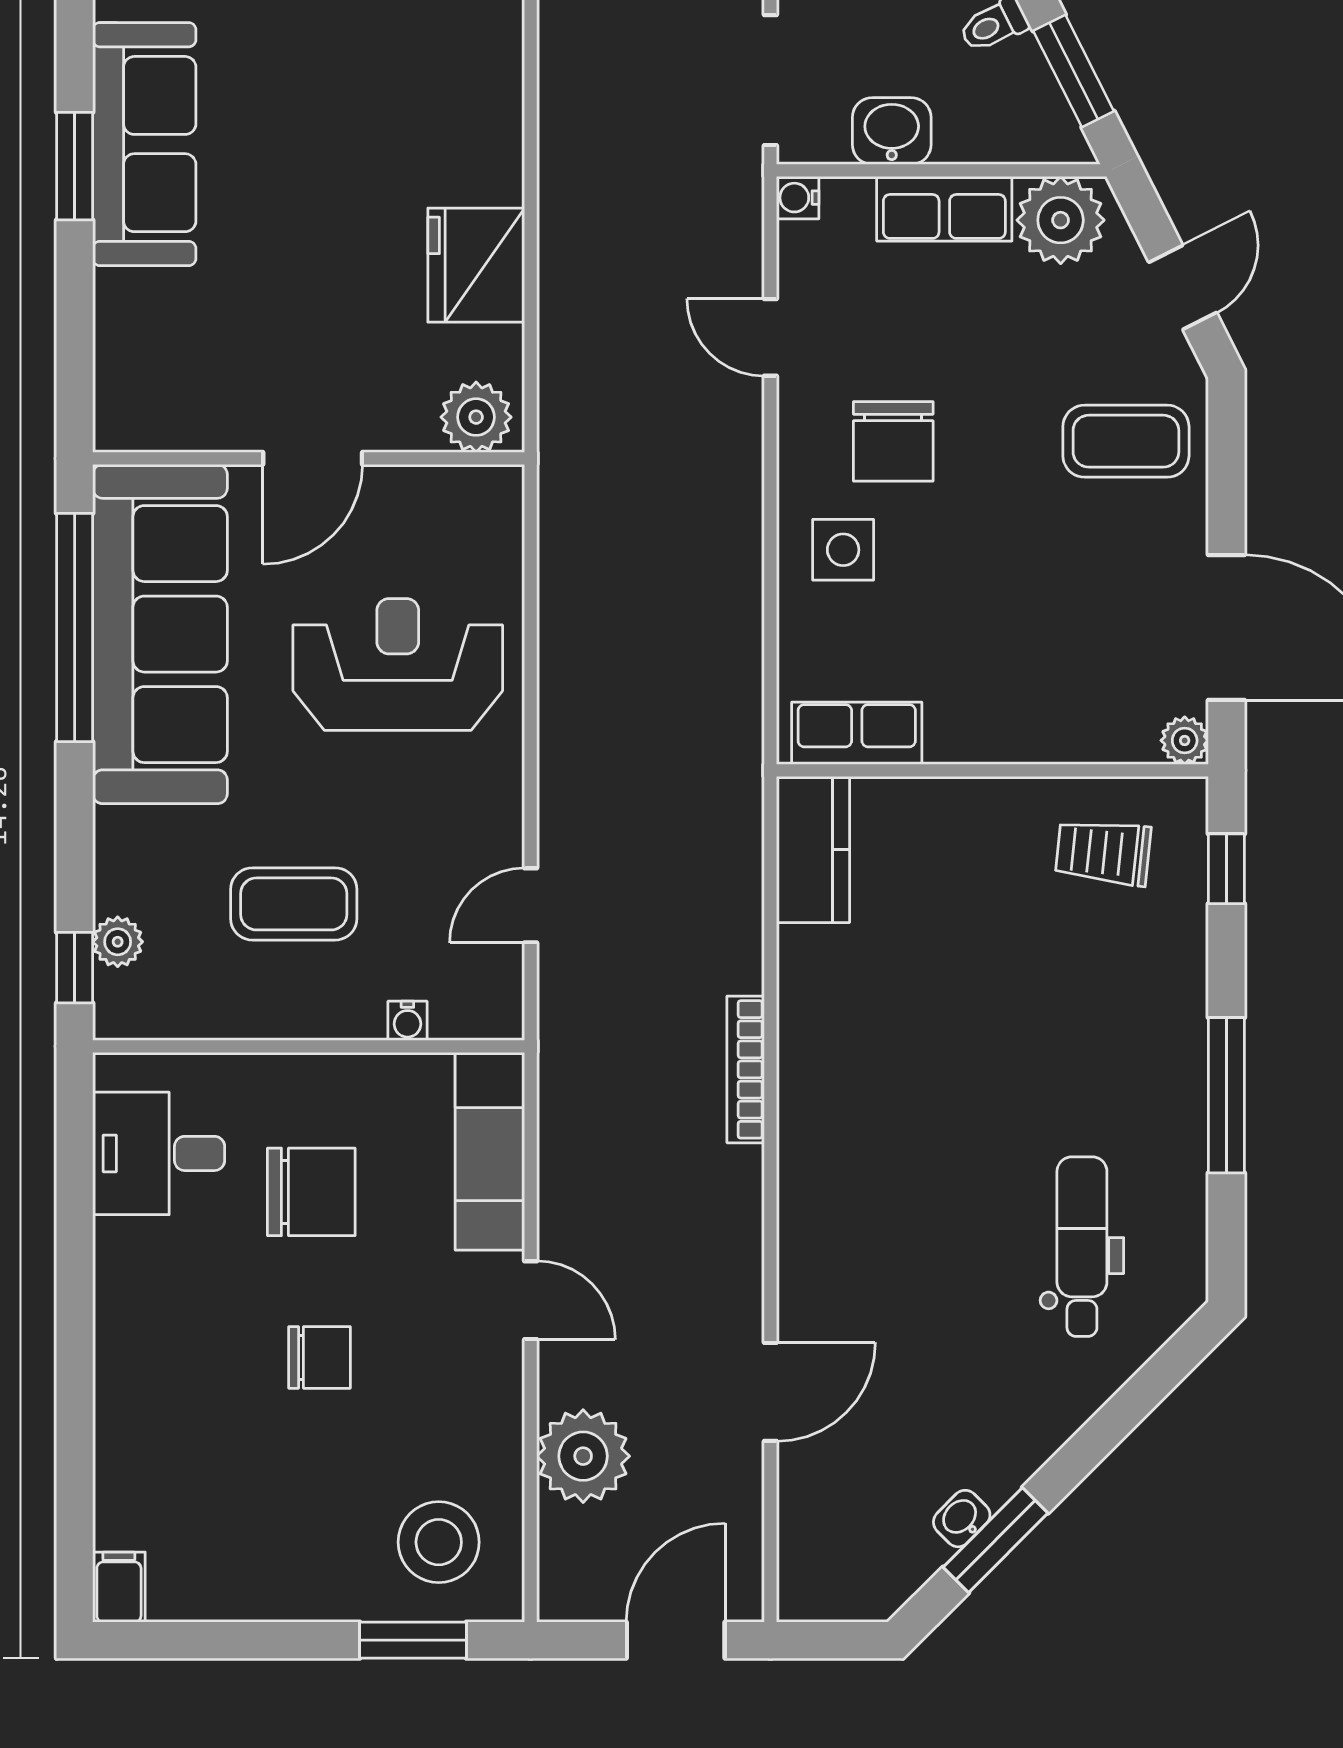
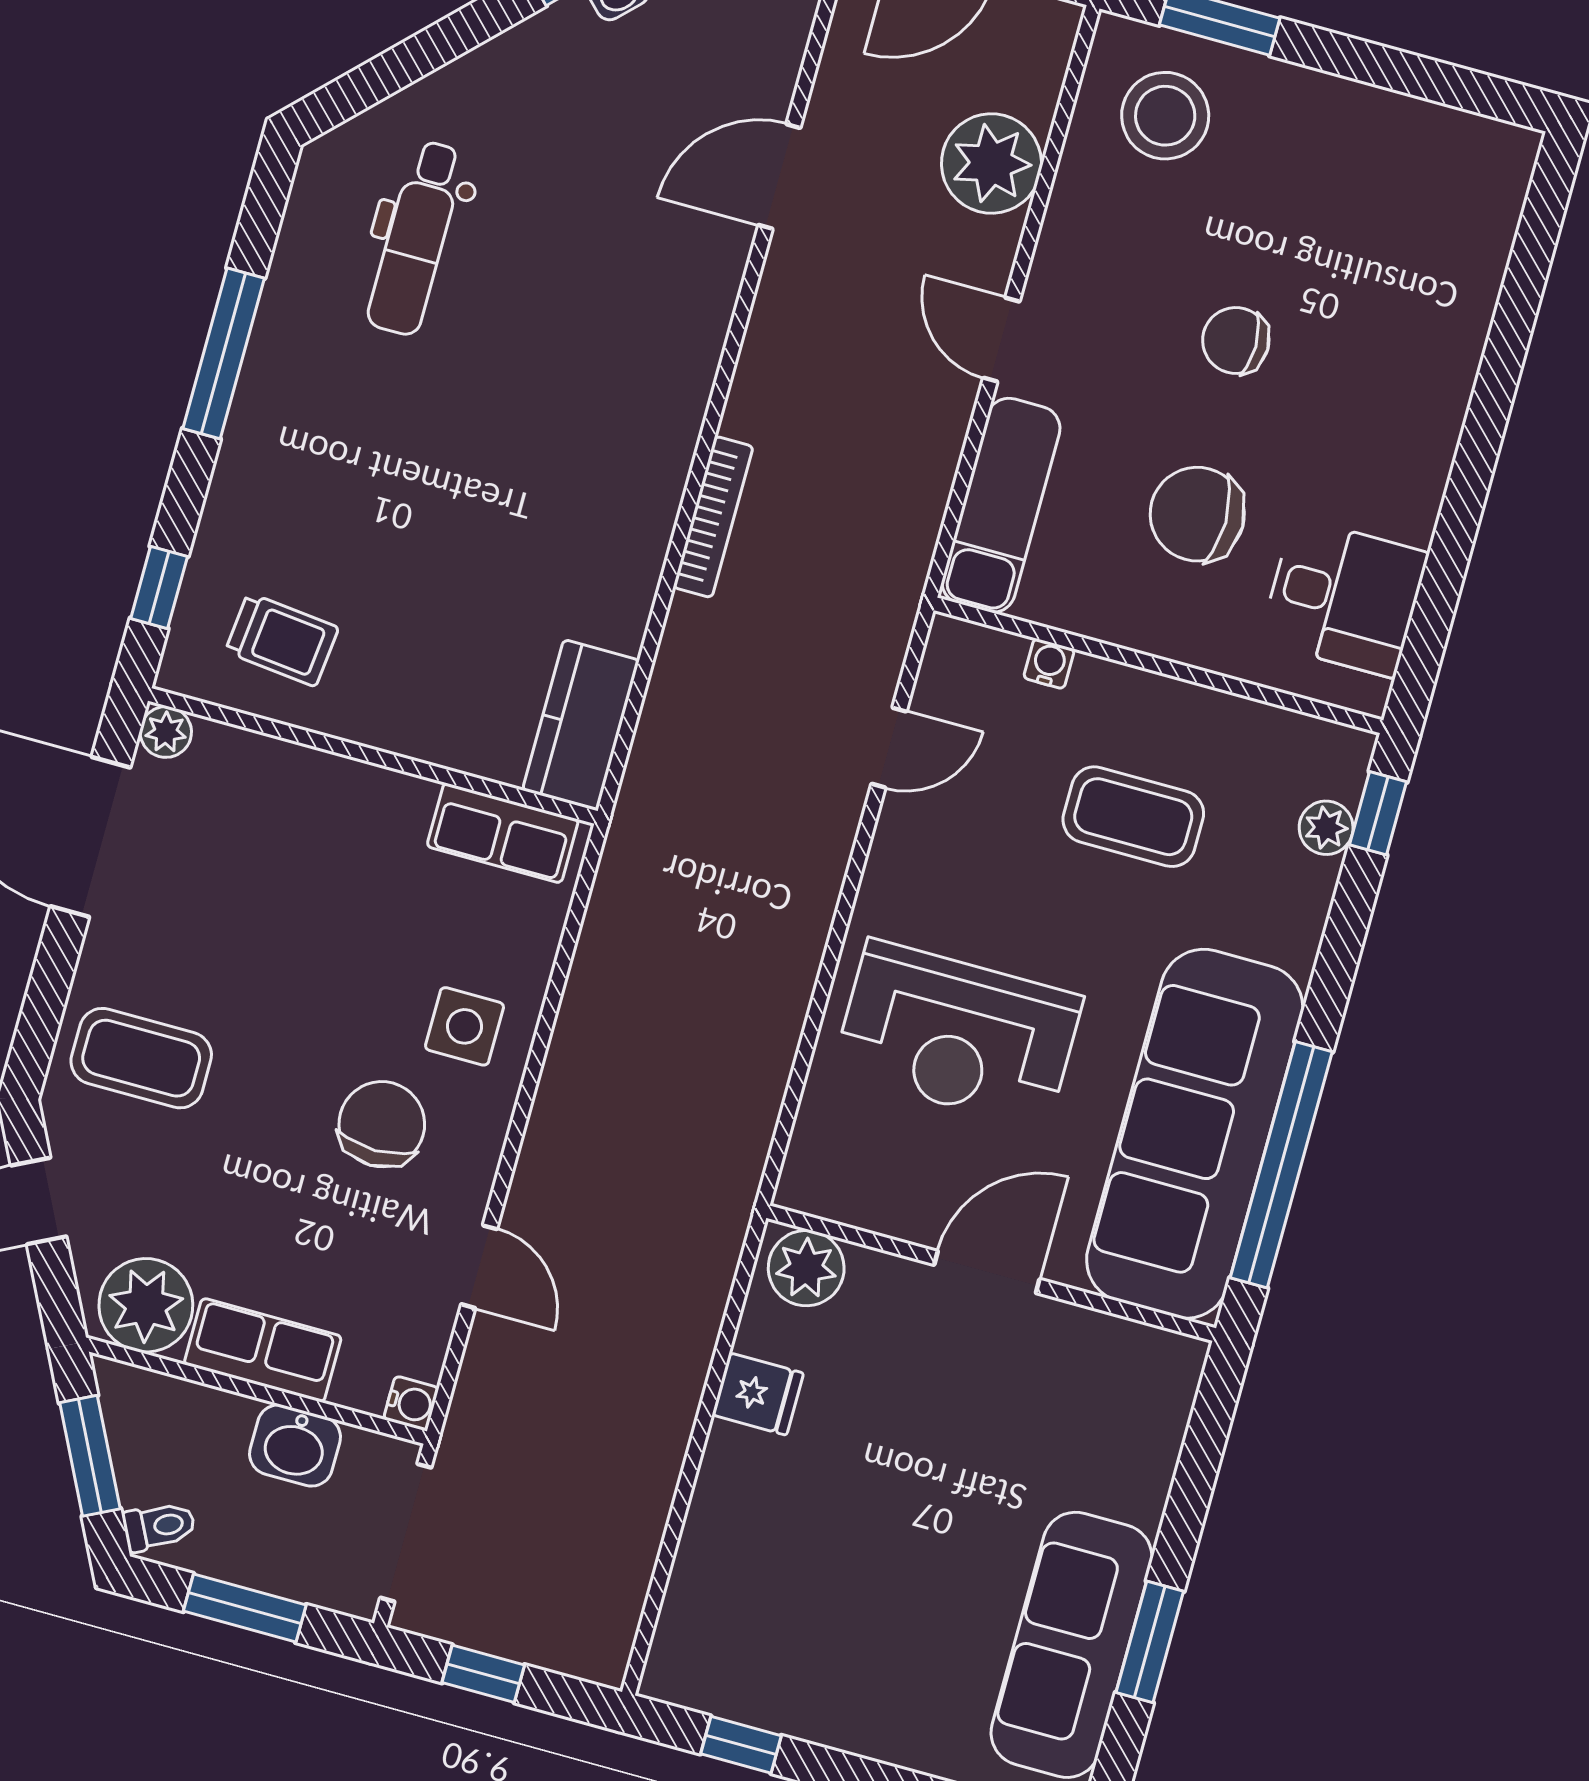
fridge: (476, 265) -> (758, 1394), width x0.53, depth x0.75
filing cabinet: (119, 1587) -> (1509, 160), removed

